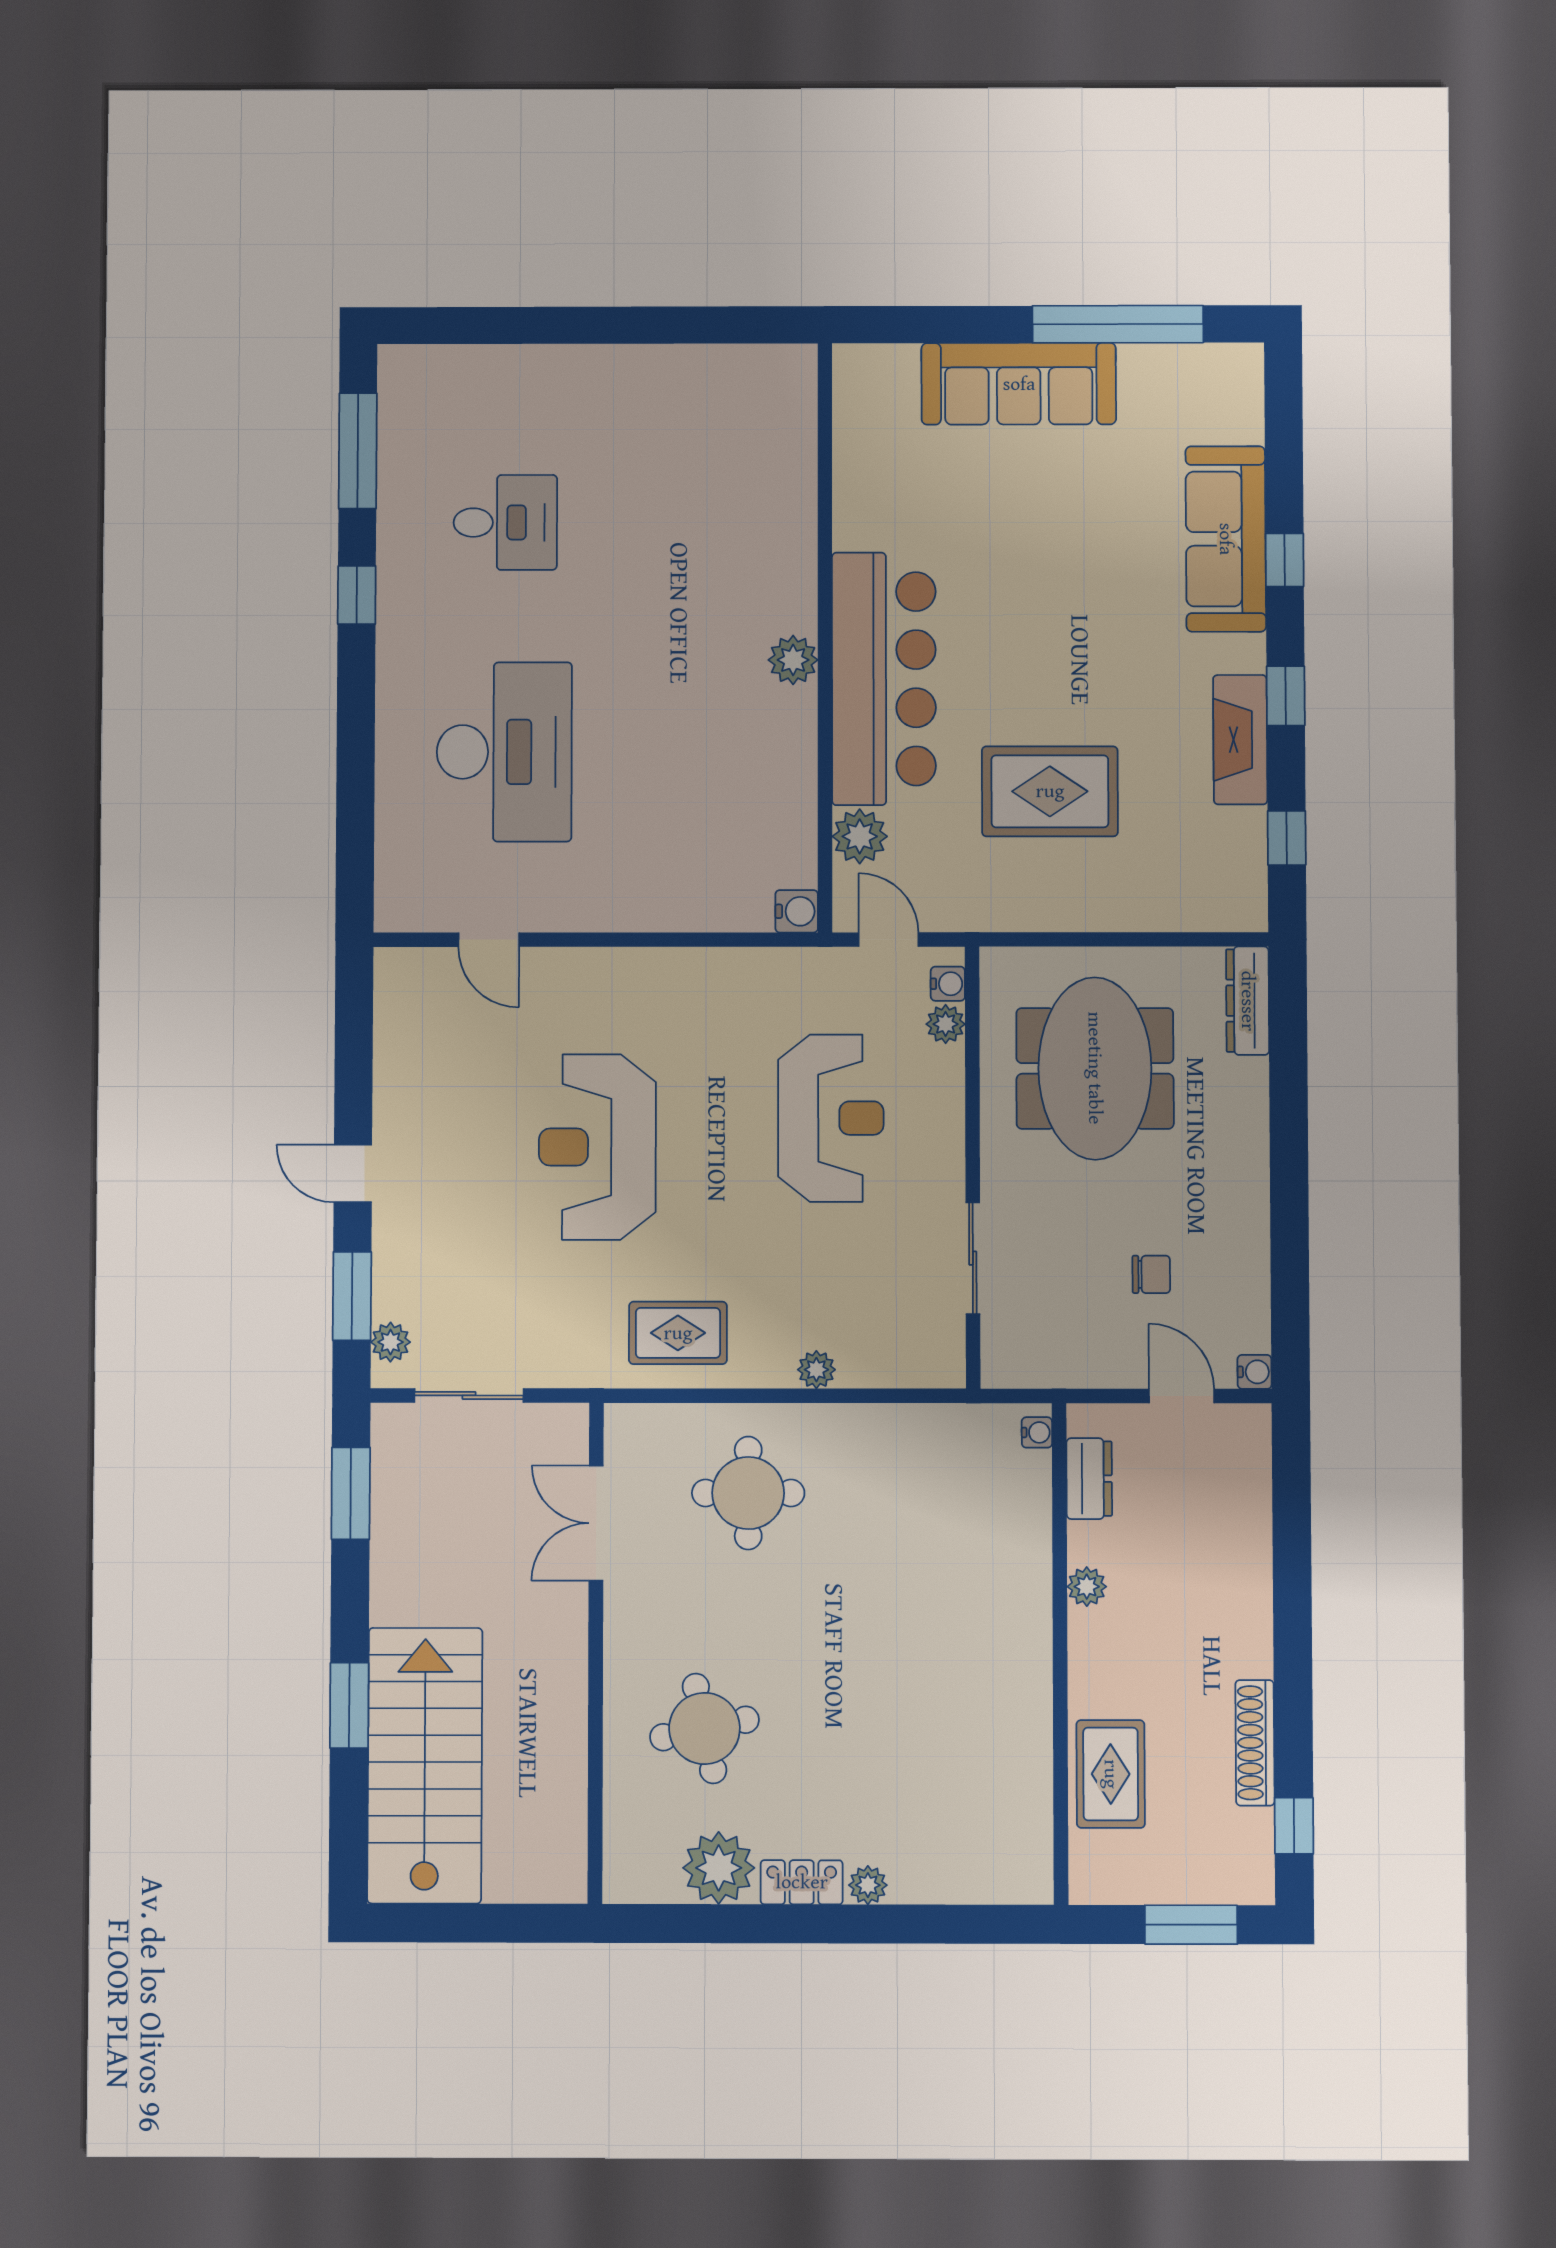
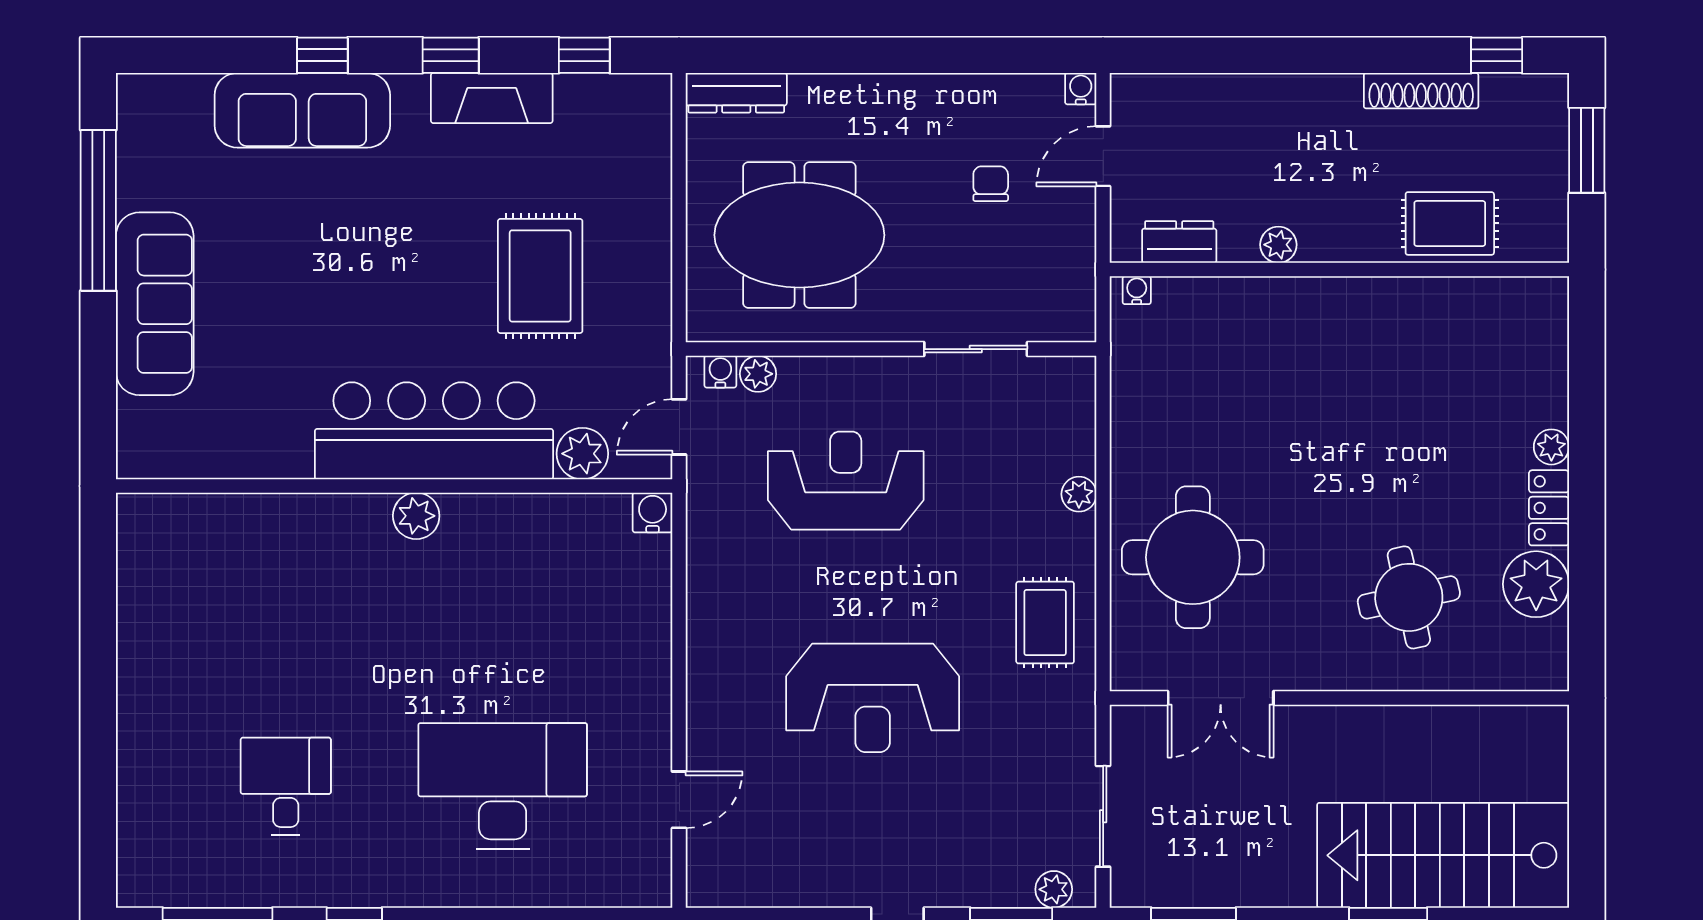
round table: (748, 1493) -> (1193, 557), width x1.36, depth x1.36

